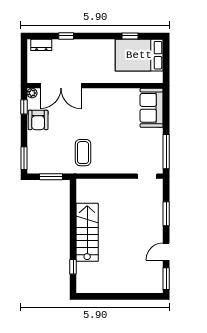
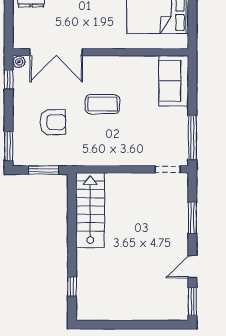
armchair: (38, 120) -> (53, 122), moved, turned -90
coffee table: (83, 153) -> (103, 104), moved, turned 90
stairs: (87, 232) -> (90, 210), moved

